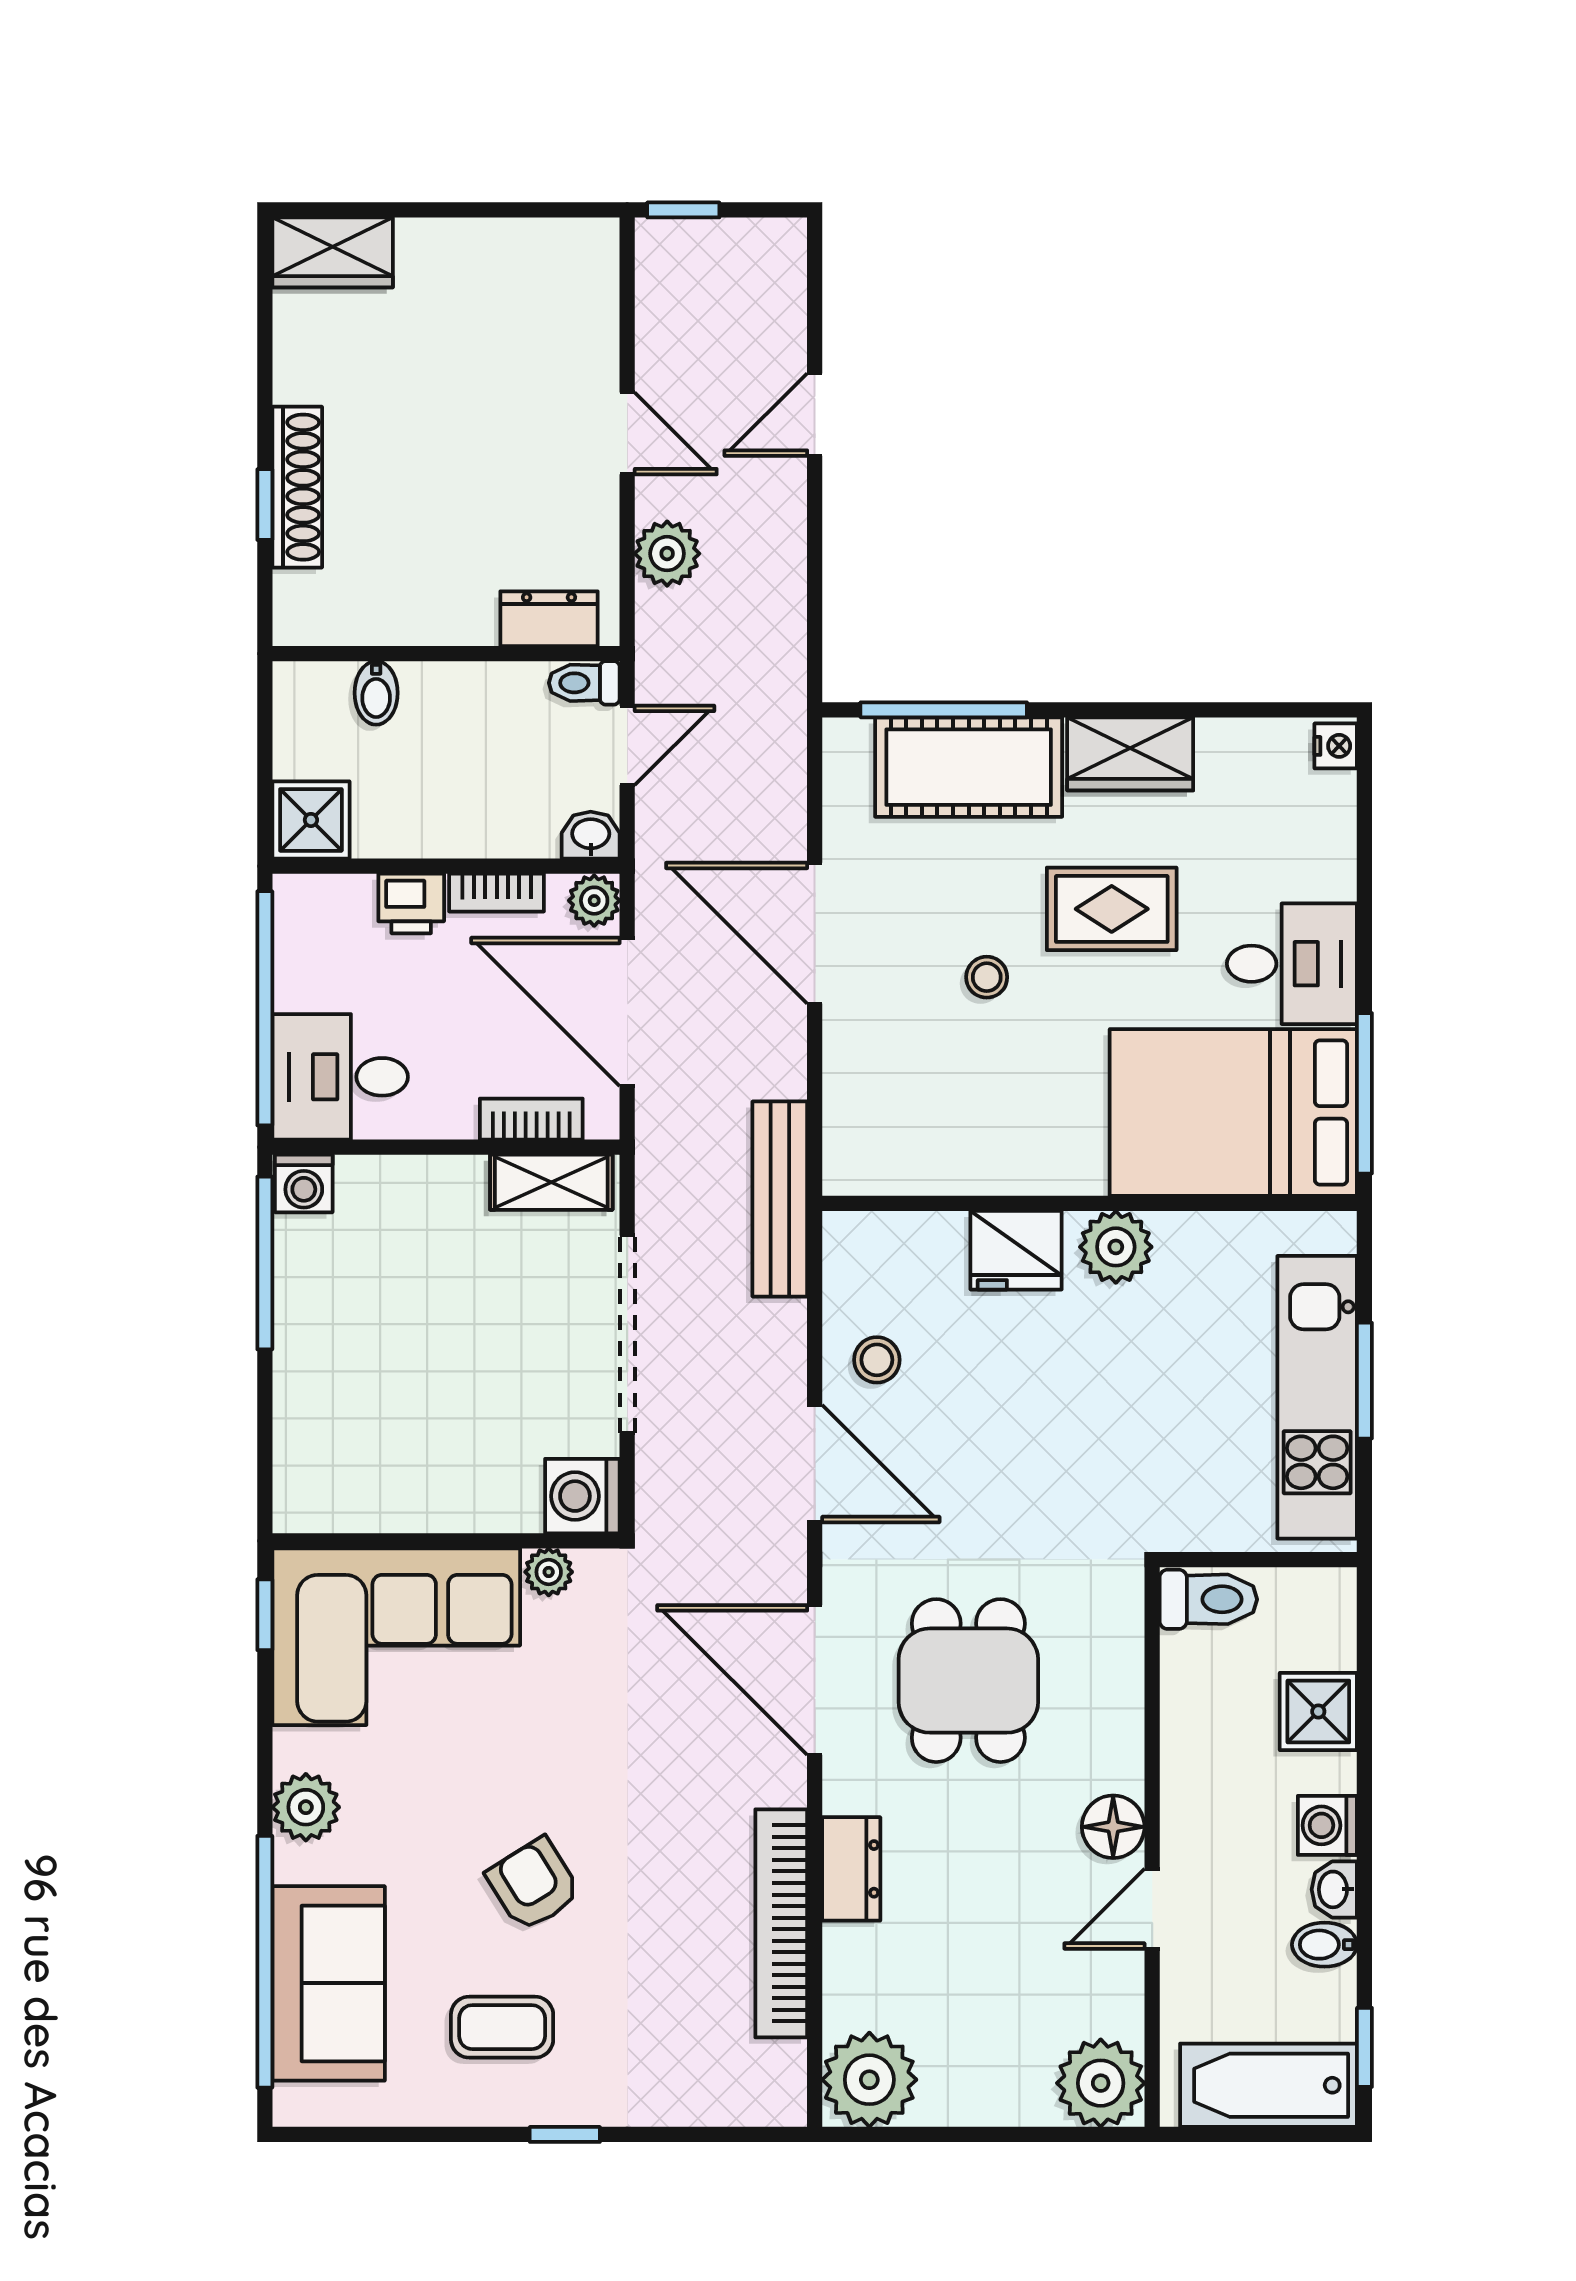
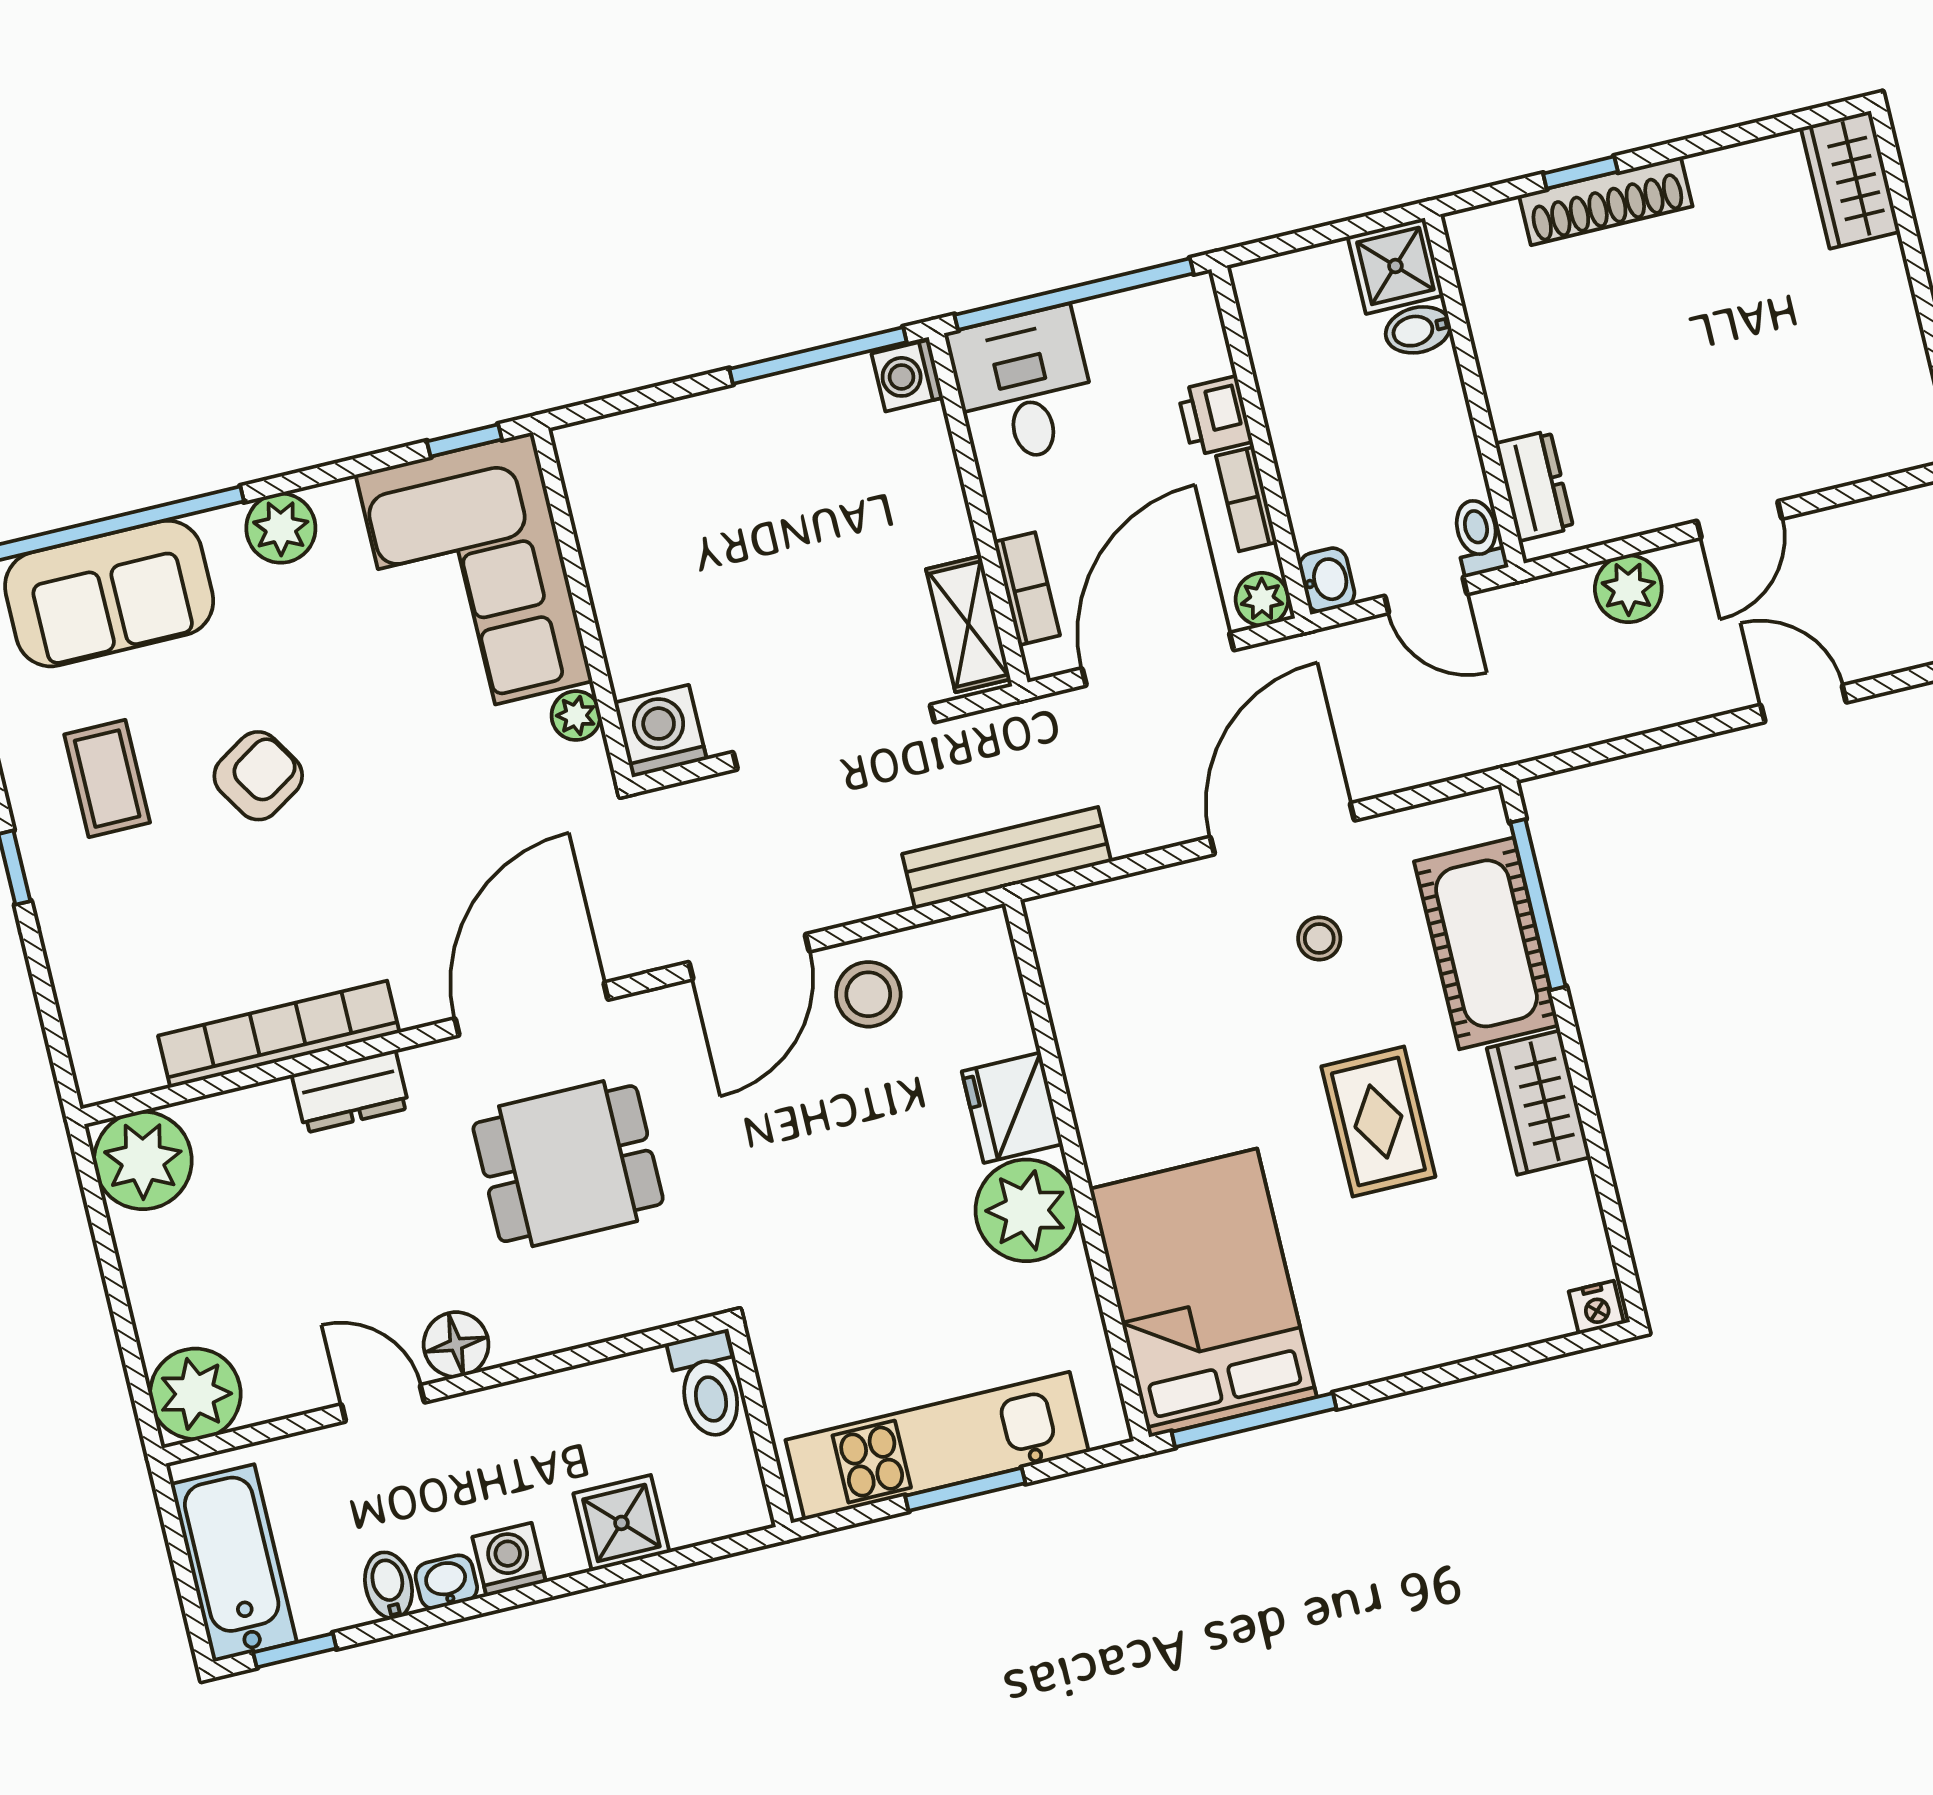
shower: (311, 820) -> (1395, 266), moved
desk: (1292, 964) -> (1367, 1316), removed
stool: (987, 977) -> (1319, 939), moved
plant: (1116, 1247) -> (1026, 1210), width x1.36, depth x1.36
stool: (877, 1360) -> (868, 994), width x1.37, depth x1.37

